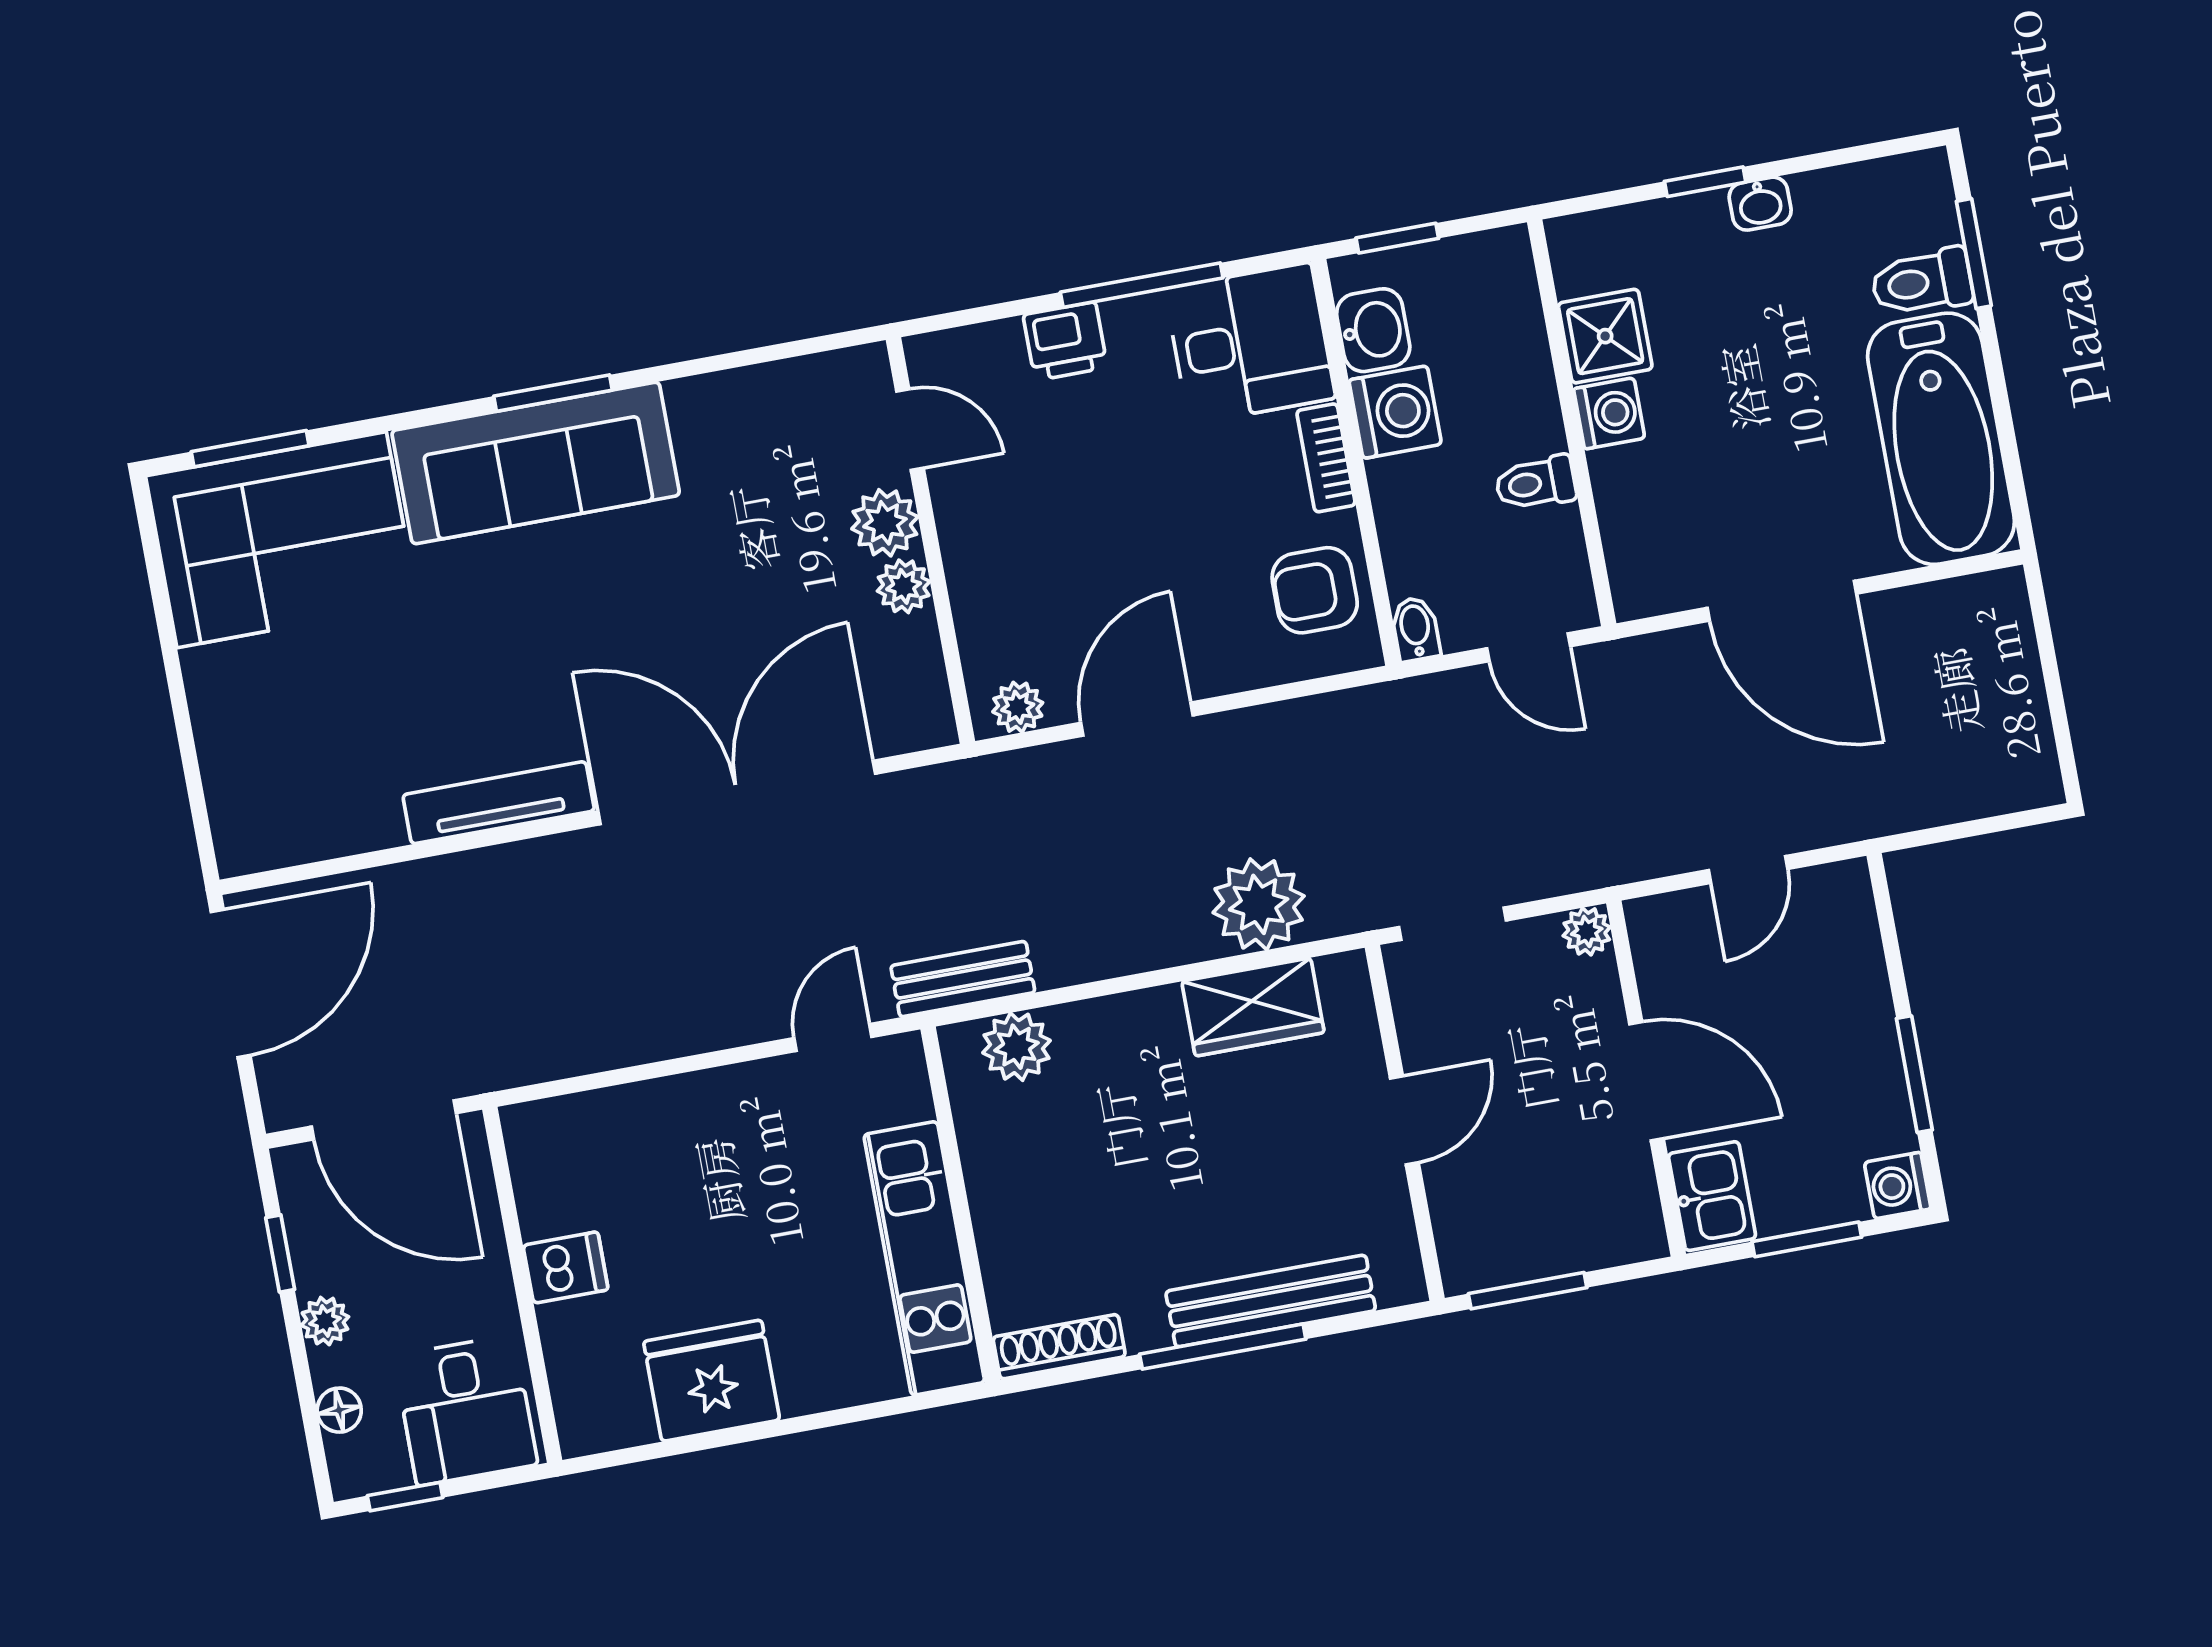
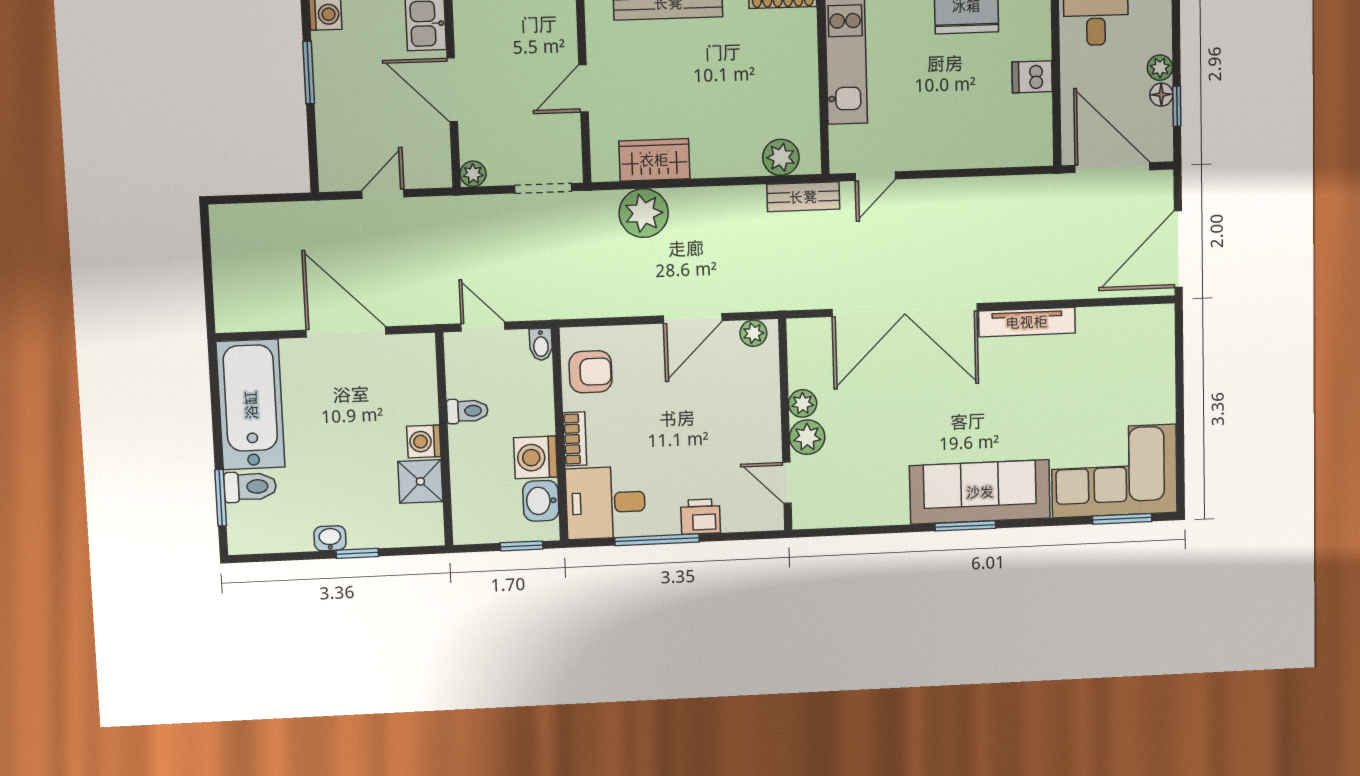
floor lamp: (339, 1410) -> (1161, 95), moved

